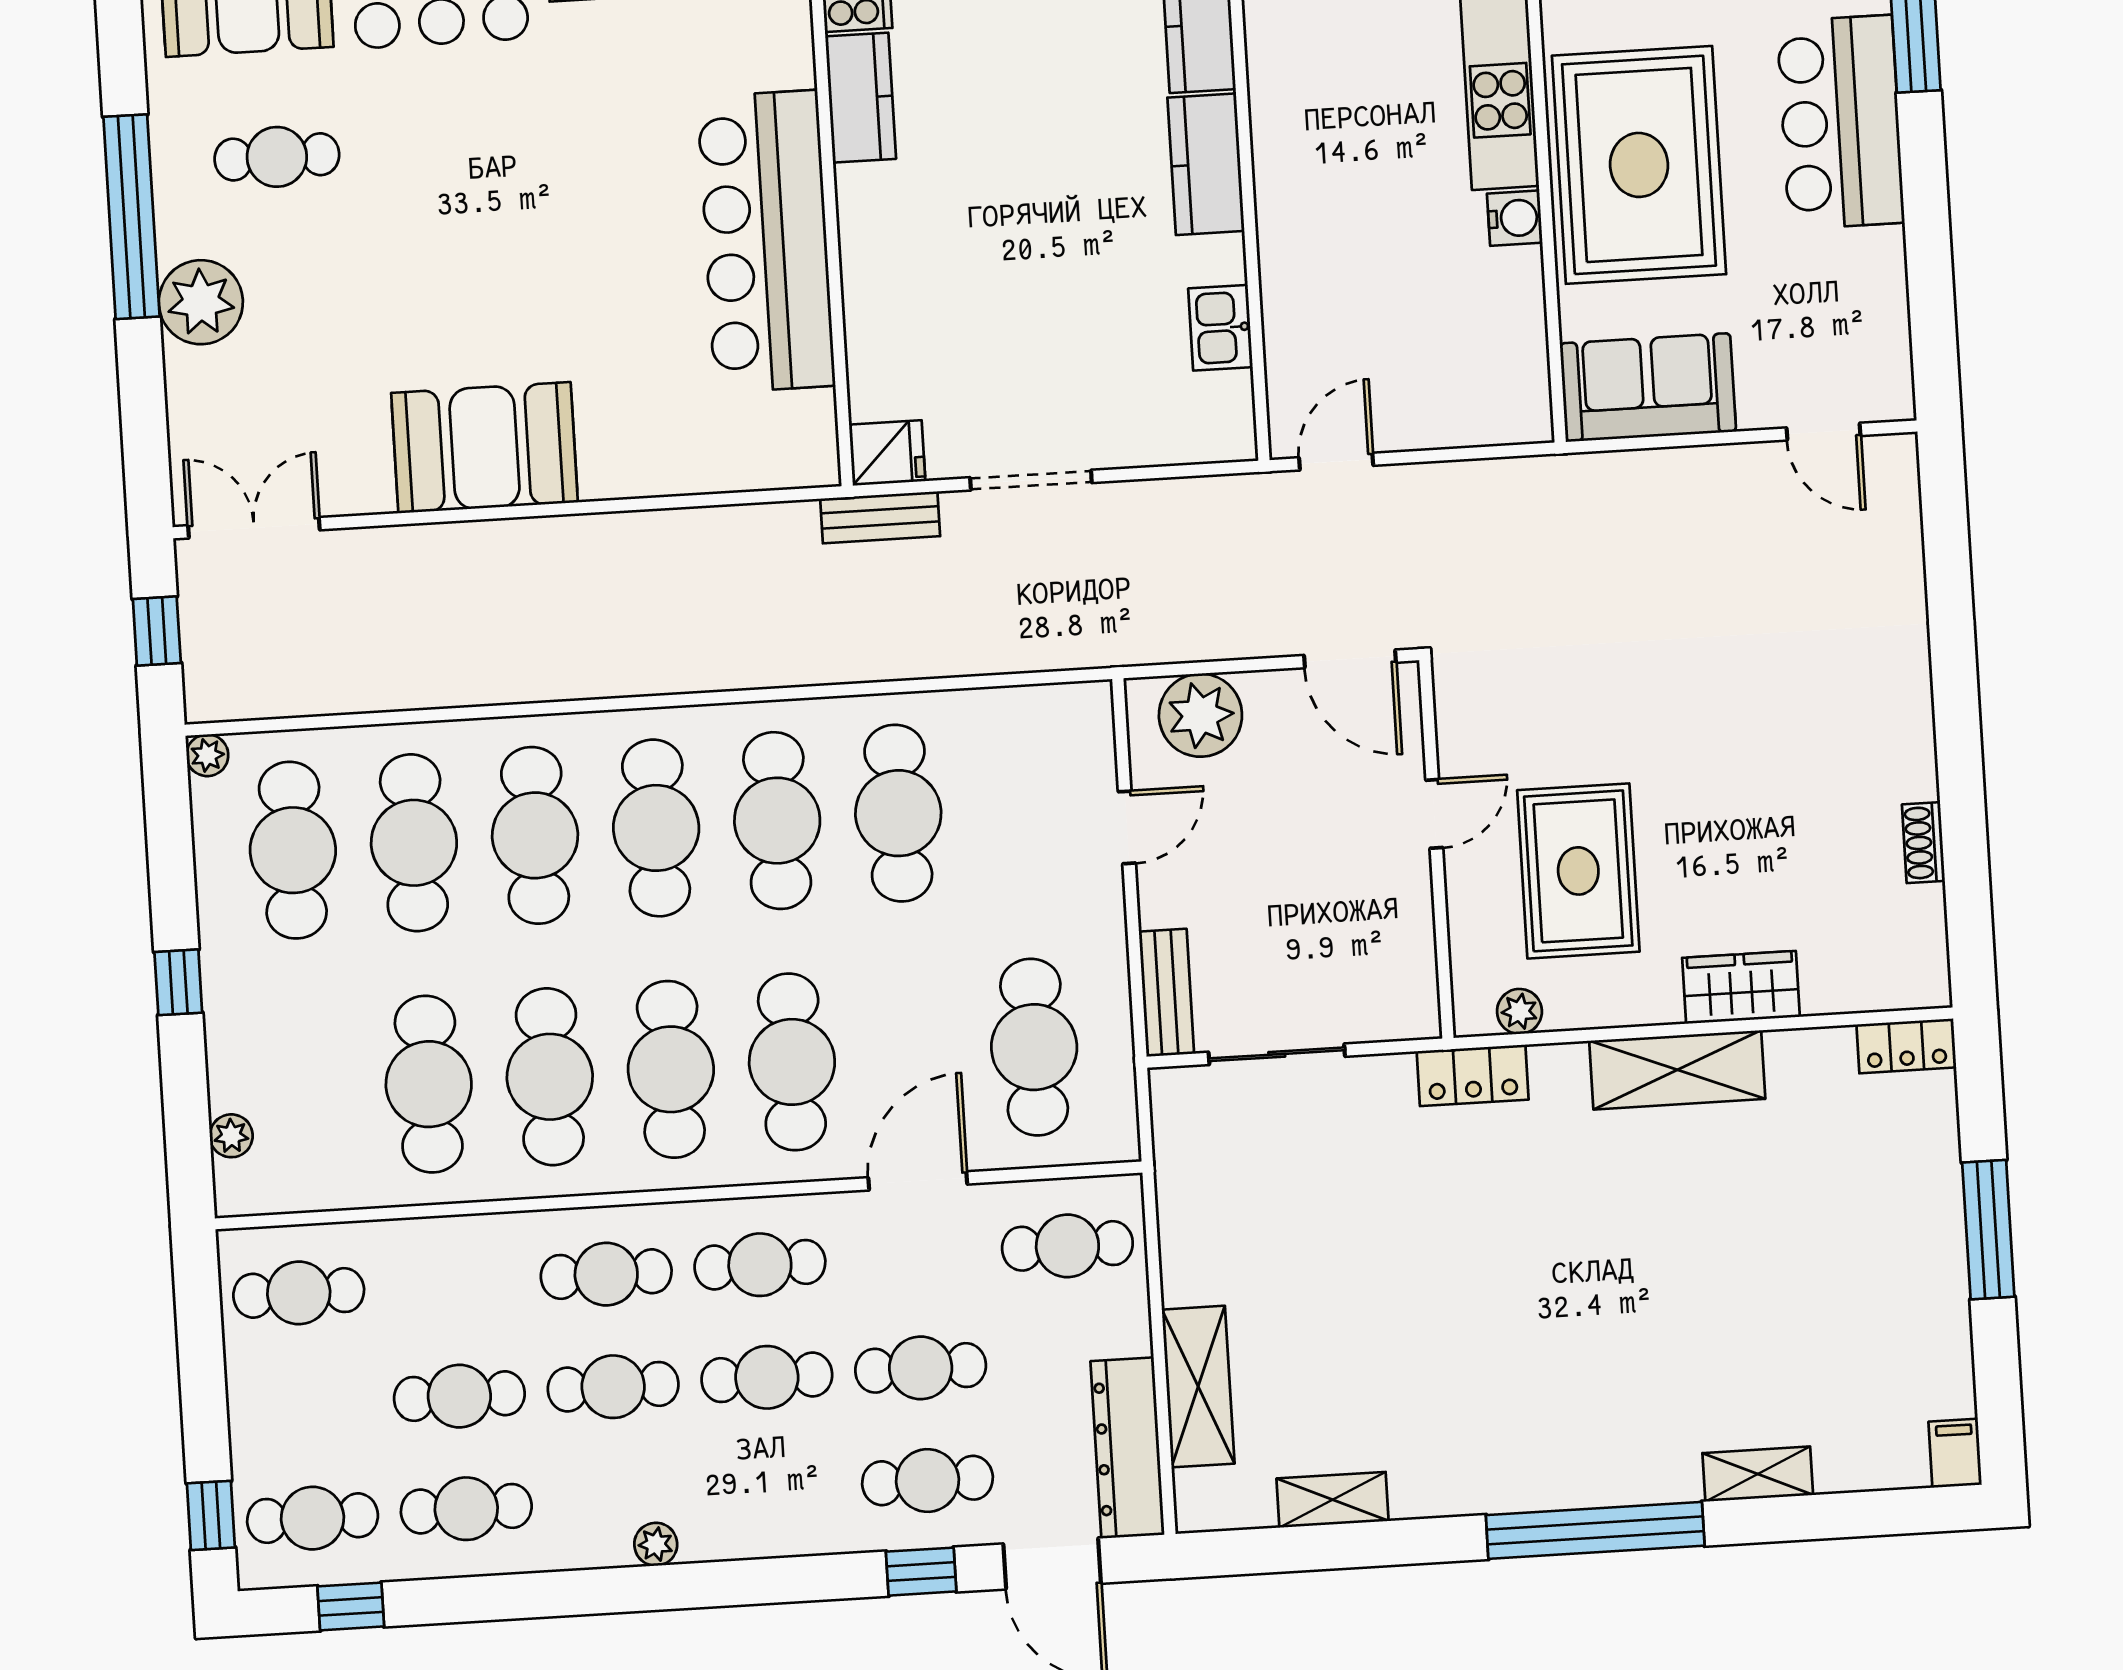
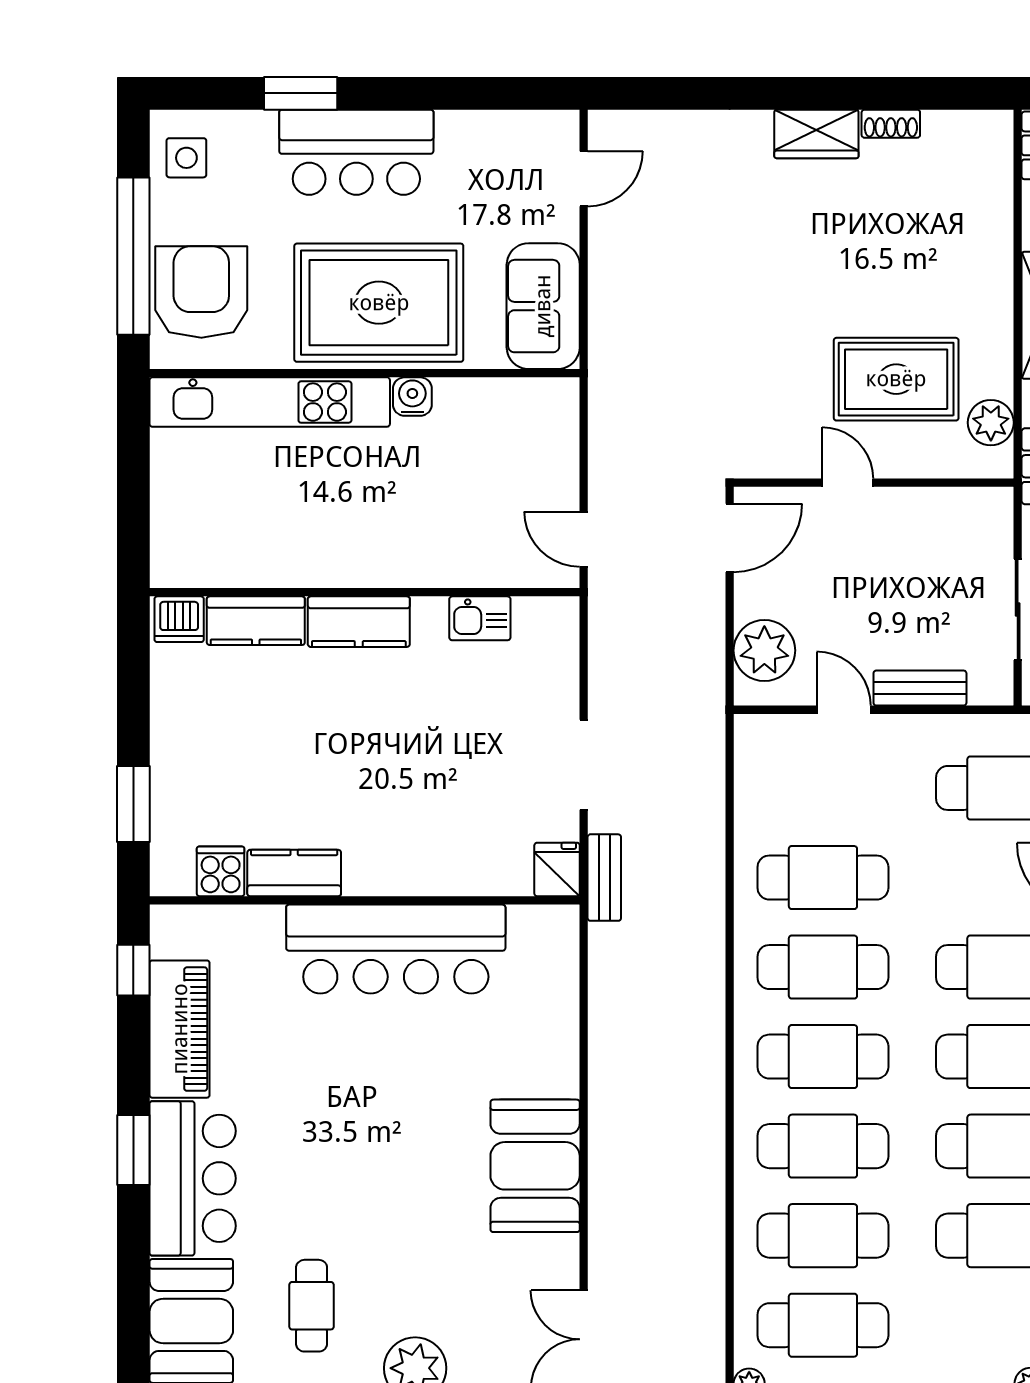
wardrobe: (1741, 987) -> (816, 134), moved, turned -90
bench: (1166, 993) -> (920, 688), moved
plant: (1519, 1011) -> (991, 423), width x1.38, depth x1.38

